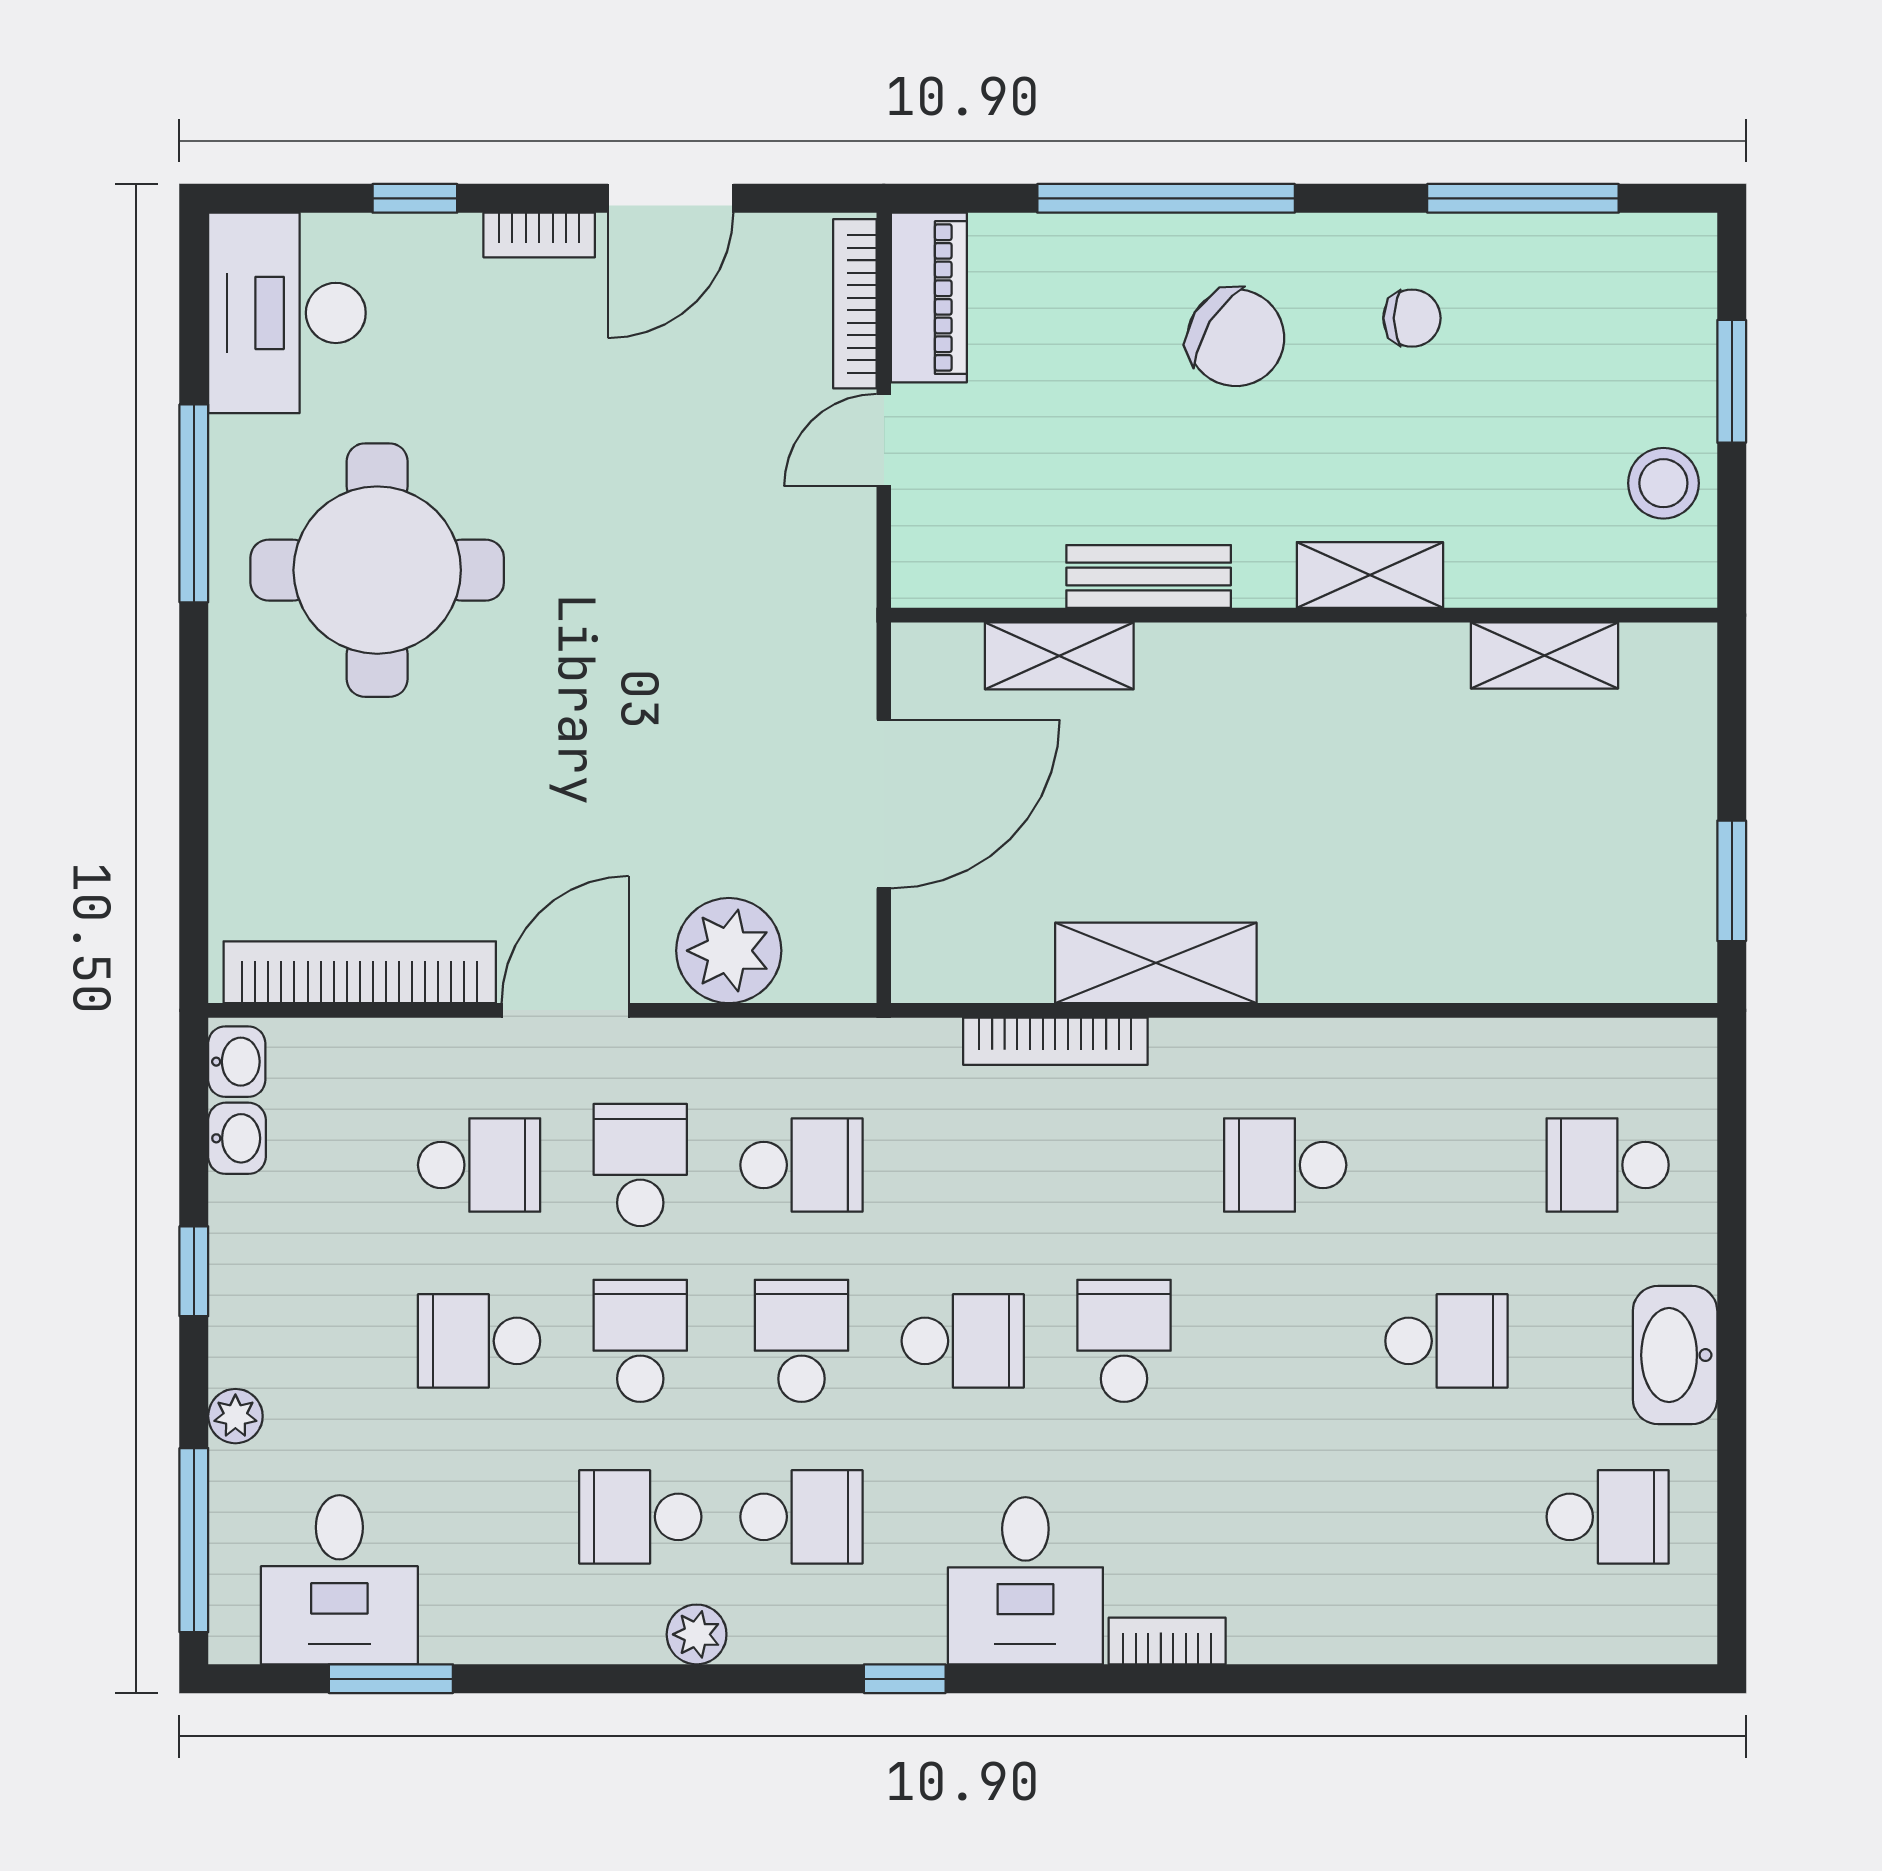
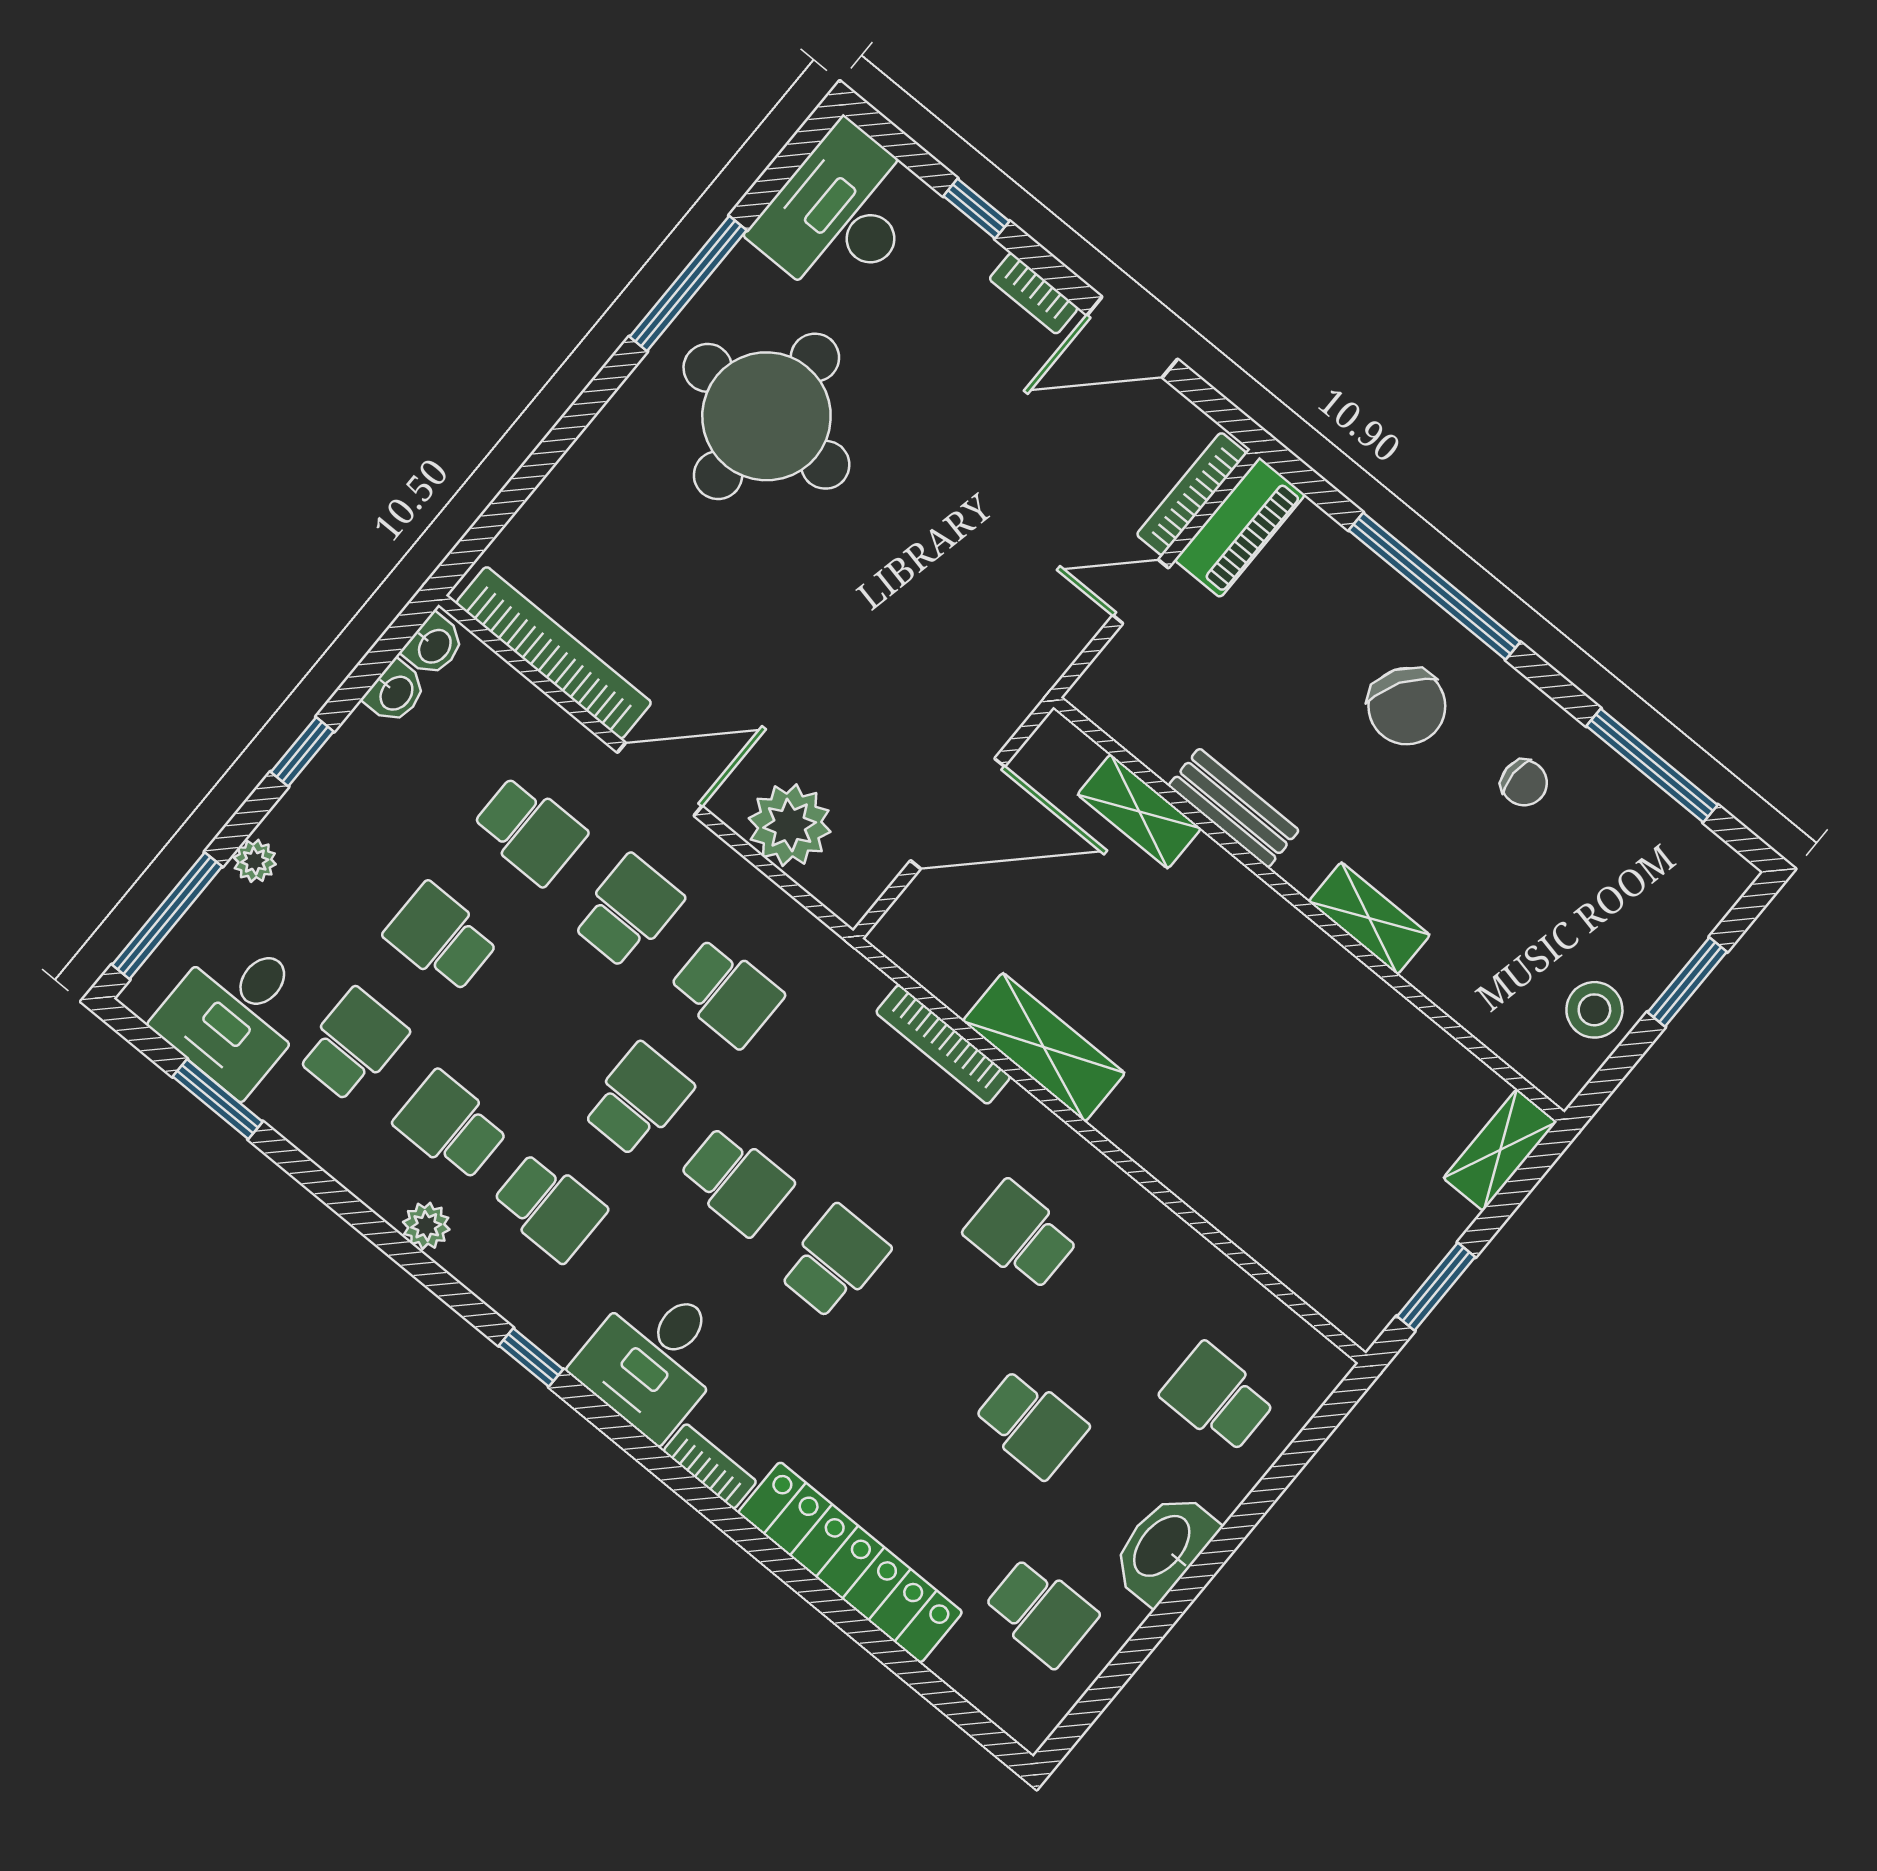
shelving: (1544, 655) -> (1500, 1150), moved, turned 90
school desk: (640, 1341) -> (353, 1045), moved
locker: (1381, 1622) -> (850, 1562), added

